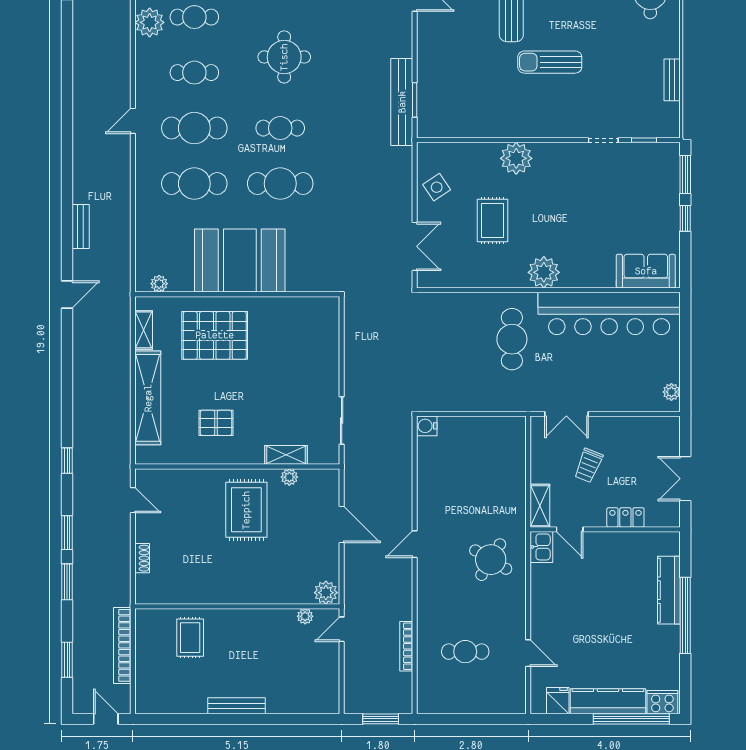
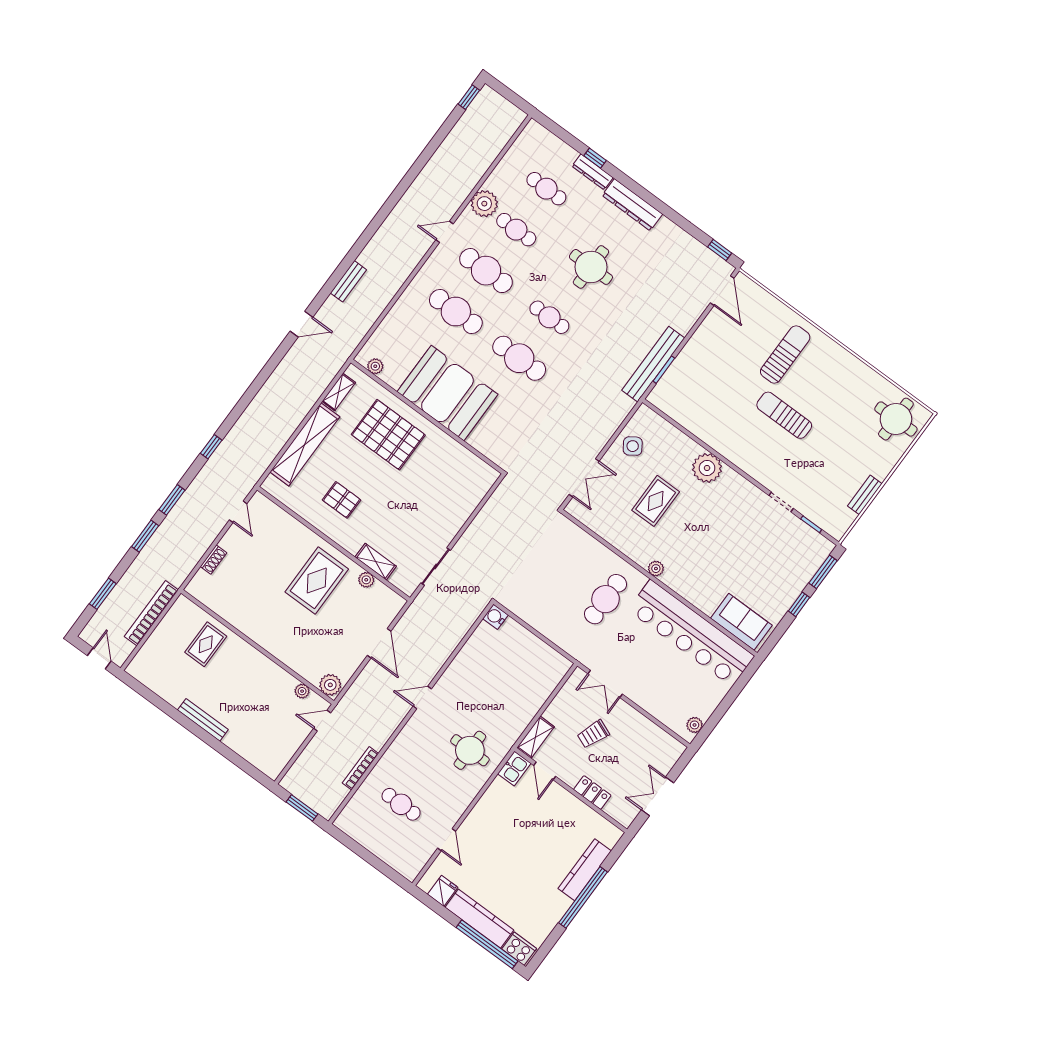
plant: (150, 22) -> (484, 204), moved
plant: (544, 272) -> (656, 569), width x0.53, depth x0.53
round table: (491, 560) -> (470, 750), turned -31

